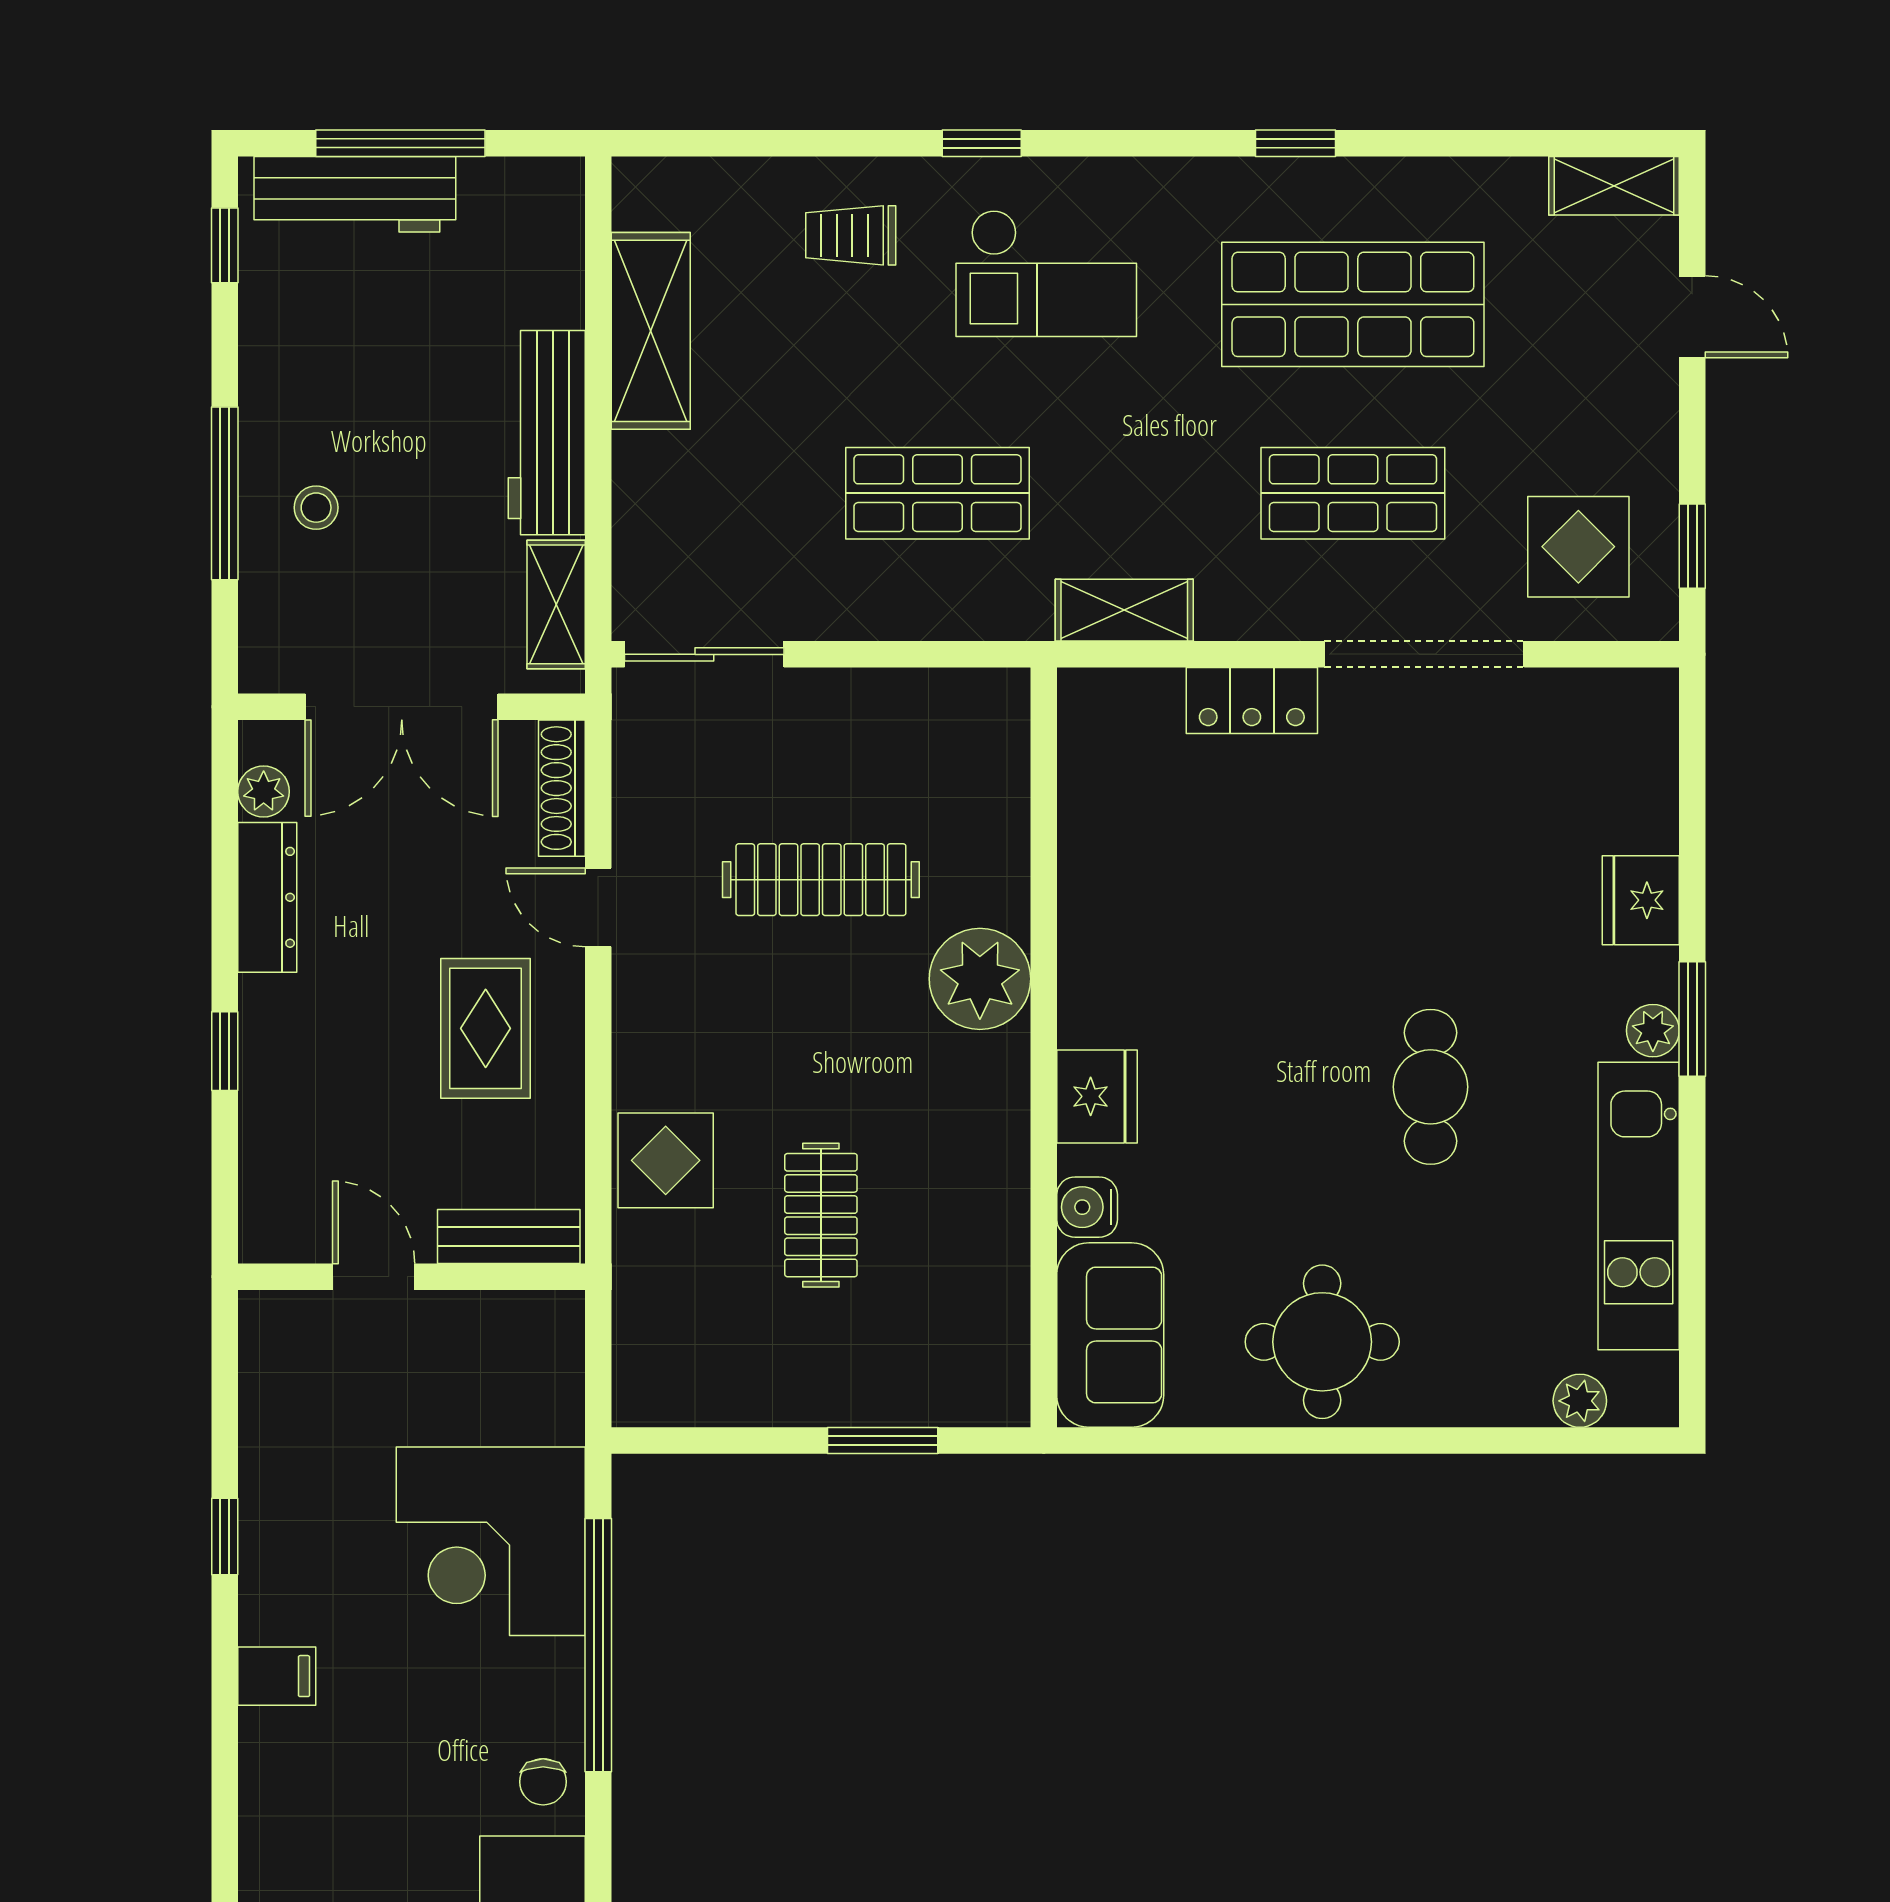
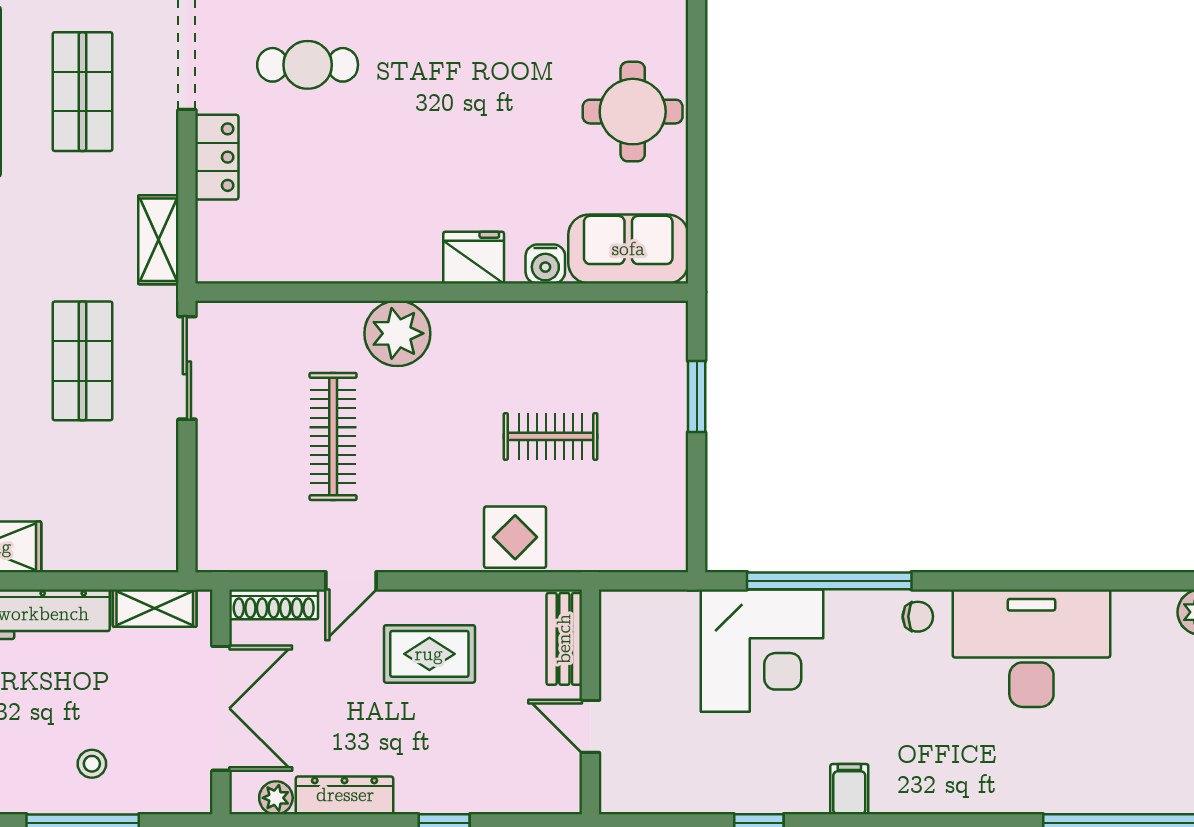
sliding door: (704, 654) -> (187, 368), moved
cafe table: (1430, 1087) -> (308, 65), moved
door: (374, 1277) -> (590, 726), hinge flipped

